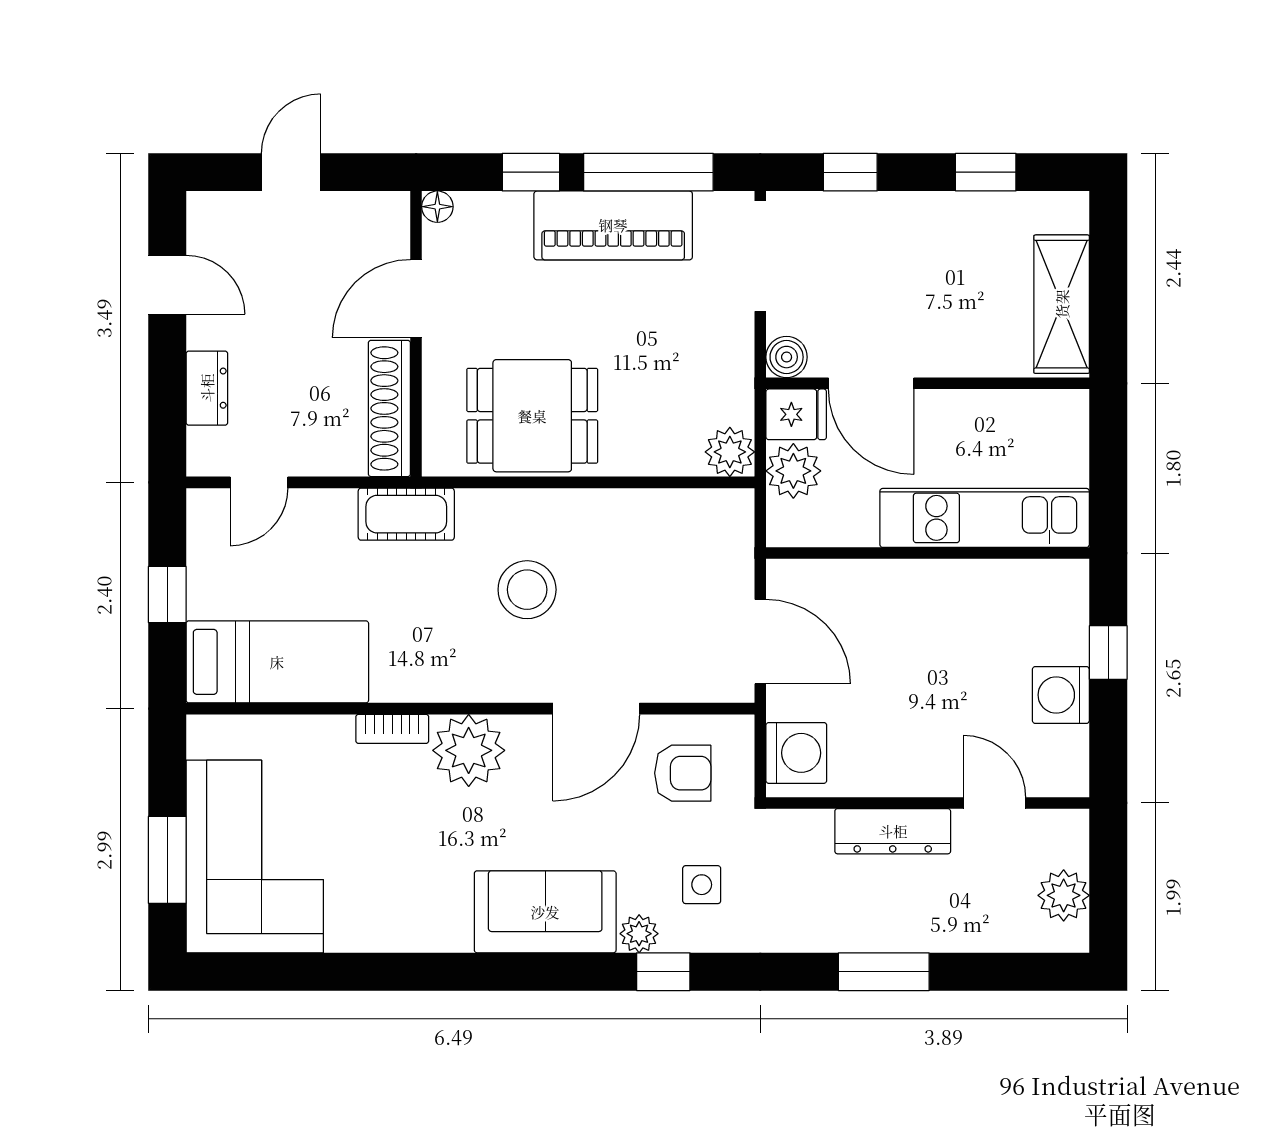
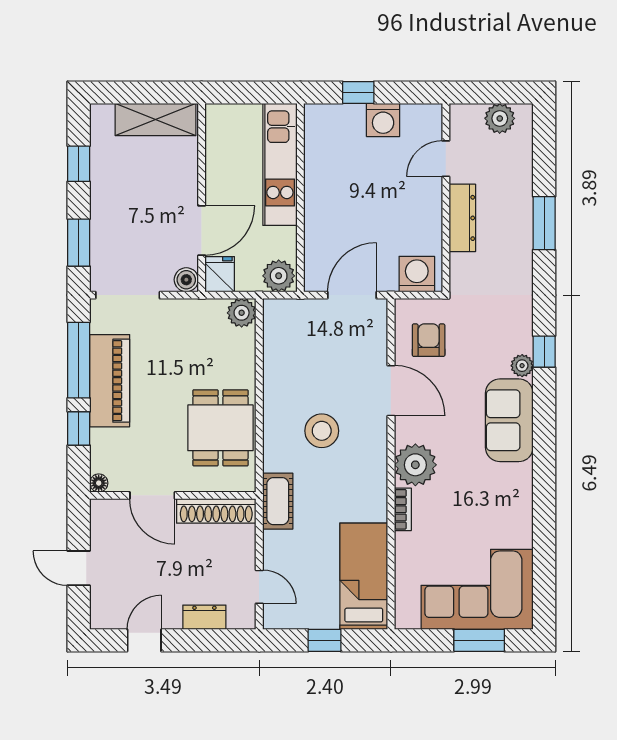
window: (850, 172) -> (79, 243), width x1.50
plant: (793, 471) -> (279, 276), moved
side table: (702, 885) -> (493, 329), removed

